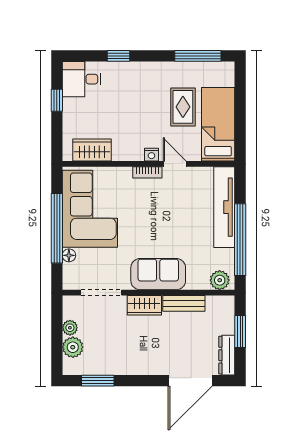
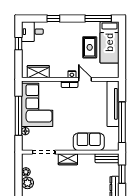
bed: (218, 124) -> (110, 42), moved, turned 180
sofa: (158, 274) -> (89, 142), moved
plant: (220, 280) -> (110, 145), removed
bench: (184, 303) -> (107, 158), moved

